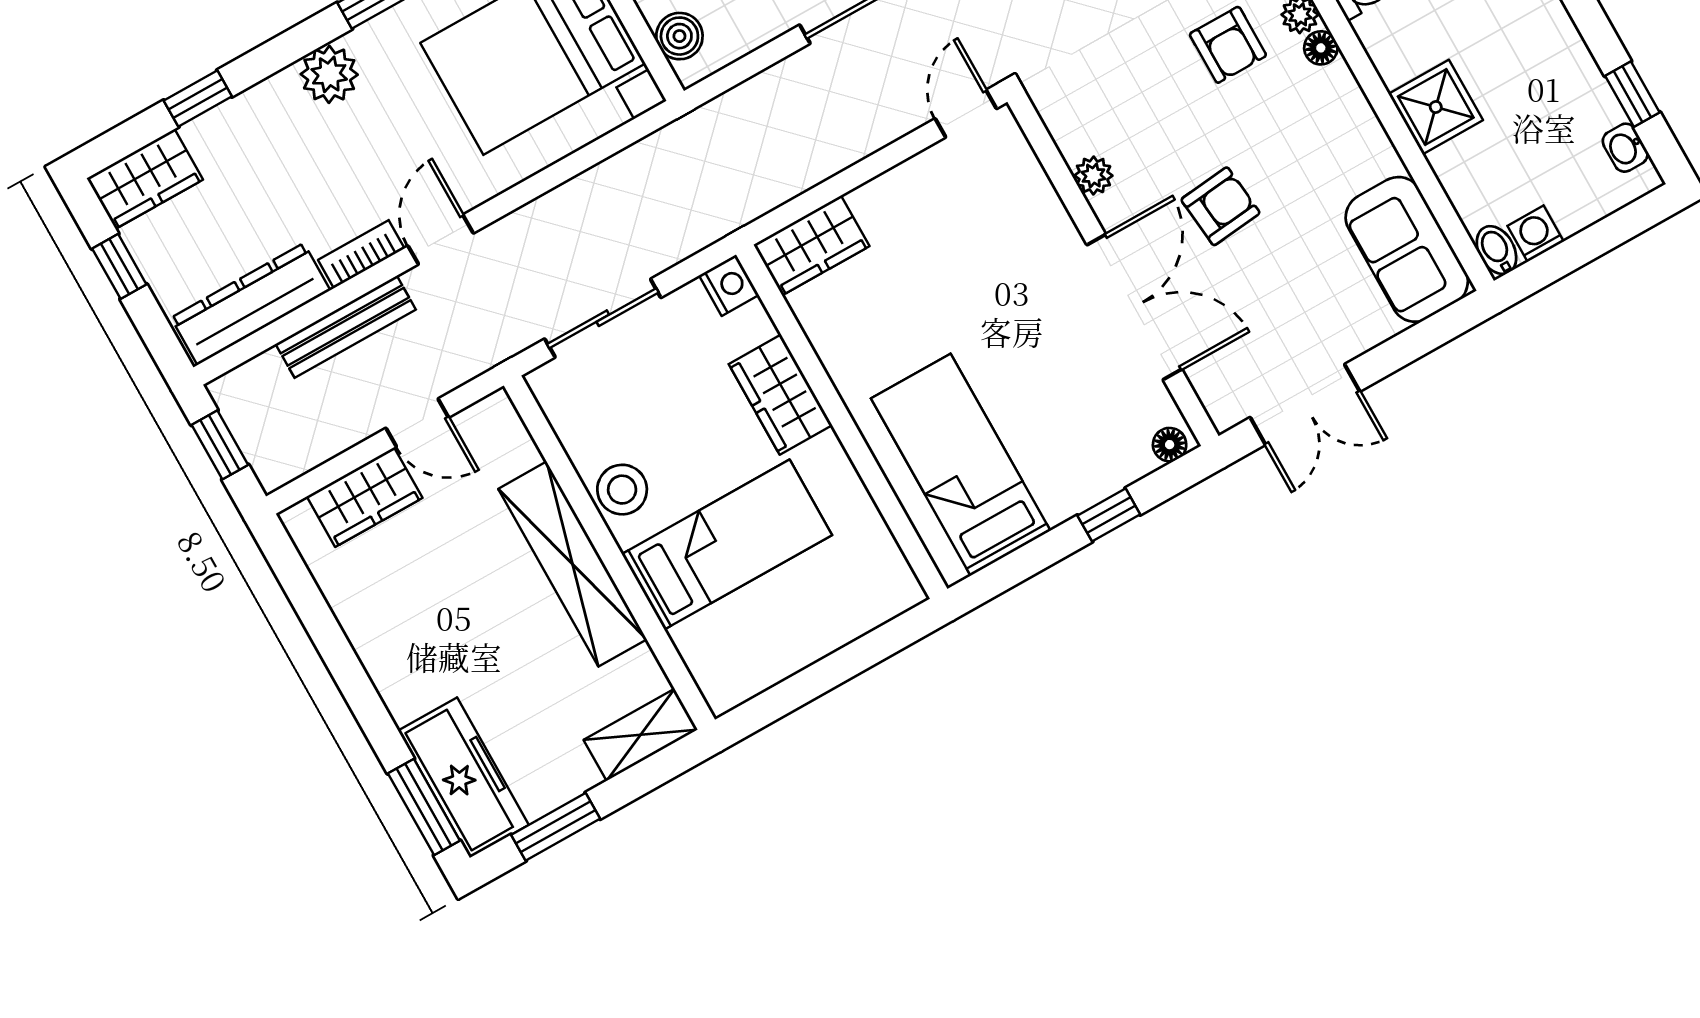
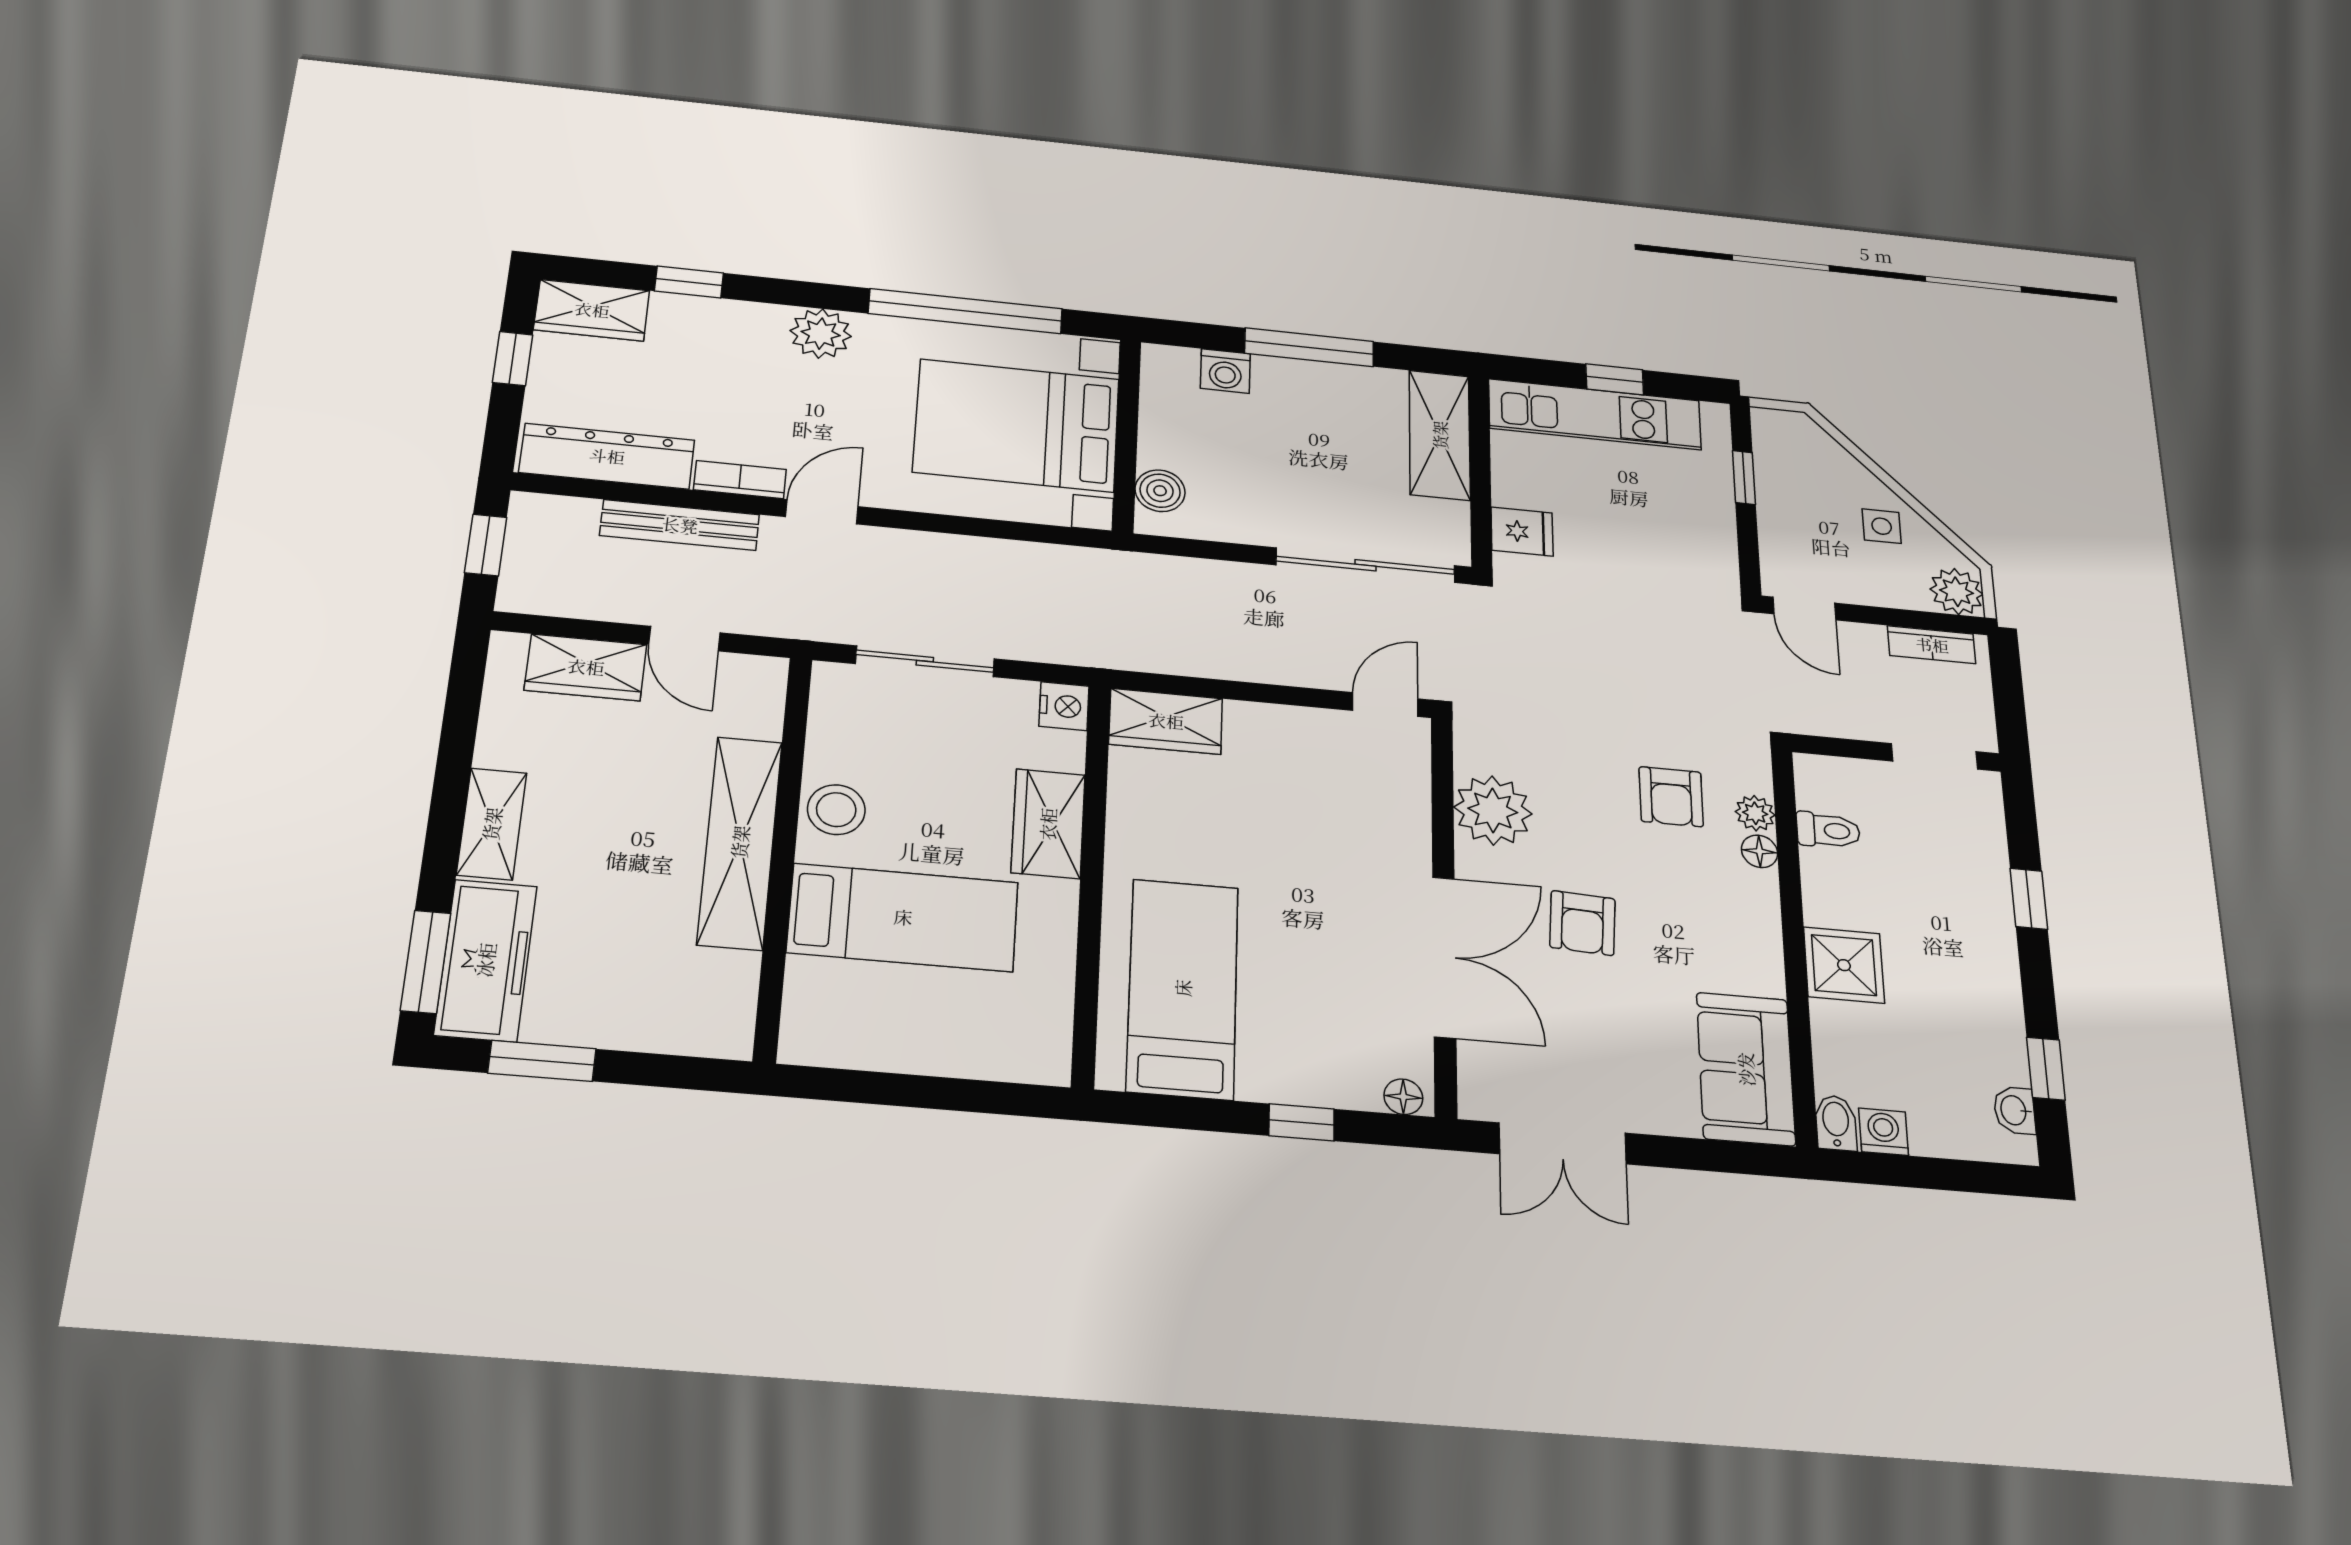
plant: (1093, 176) -> (1493, 810), width x1.88, depth x1.88
armchair: (1220, 206) -> (1583, 923), turned 99
shelving: (641, 735) -> (492, 824), moved, turned 90

